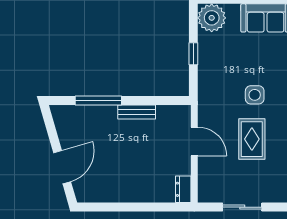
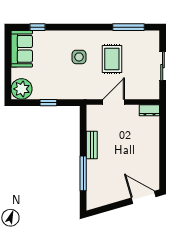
rug: (252, 139) -> (112, 59), turned 90
door: (62, 167) -> (144, 197), moved

